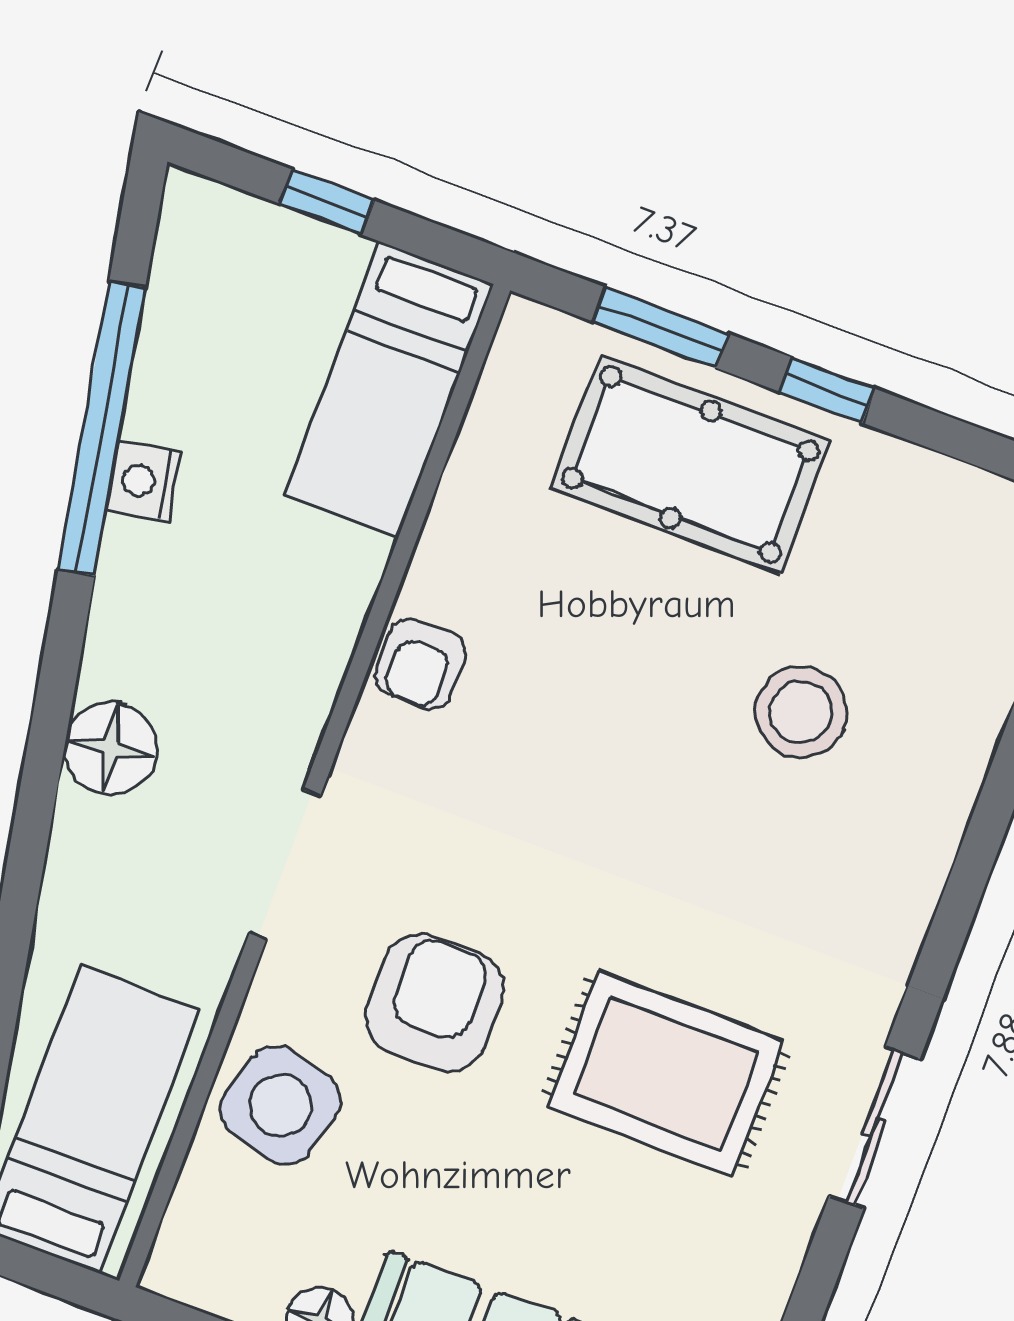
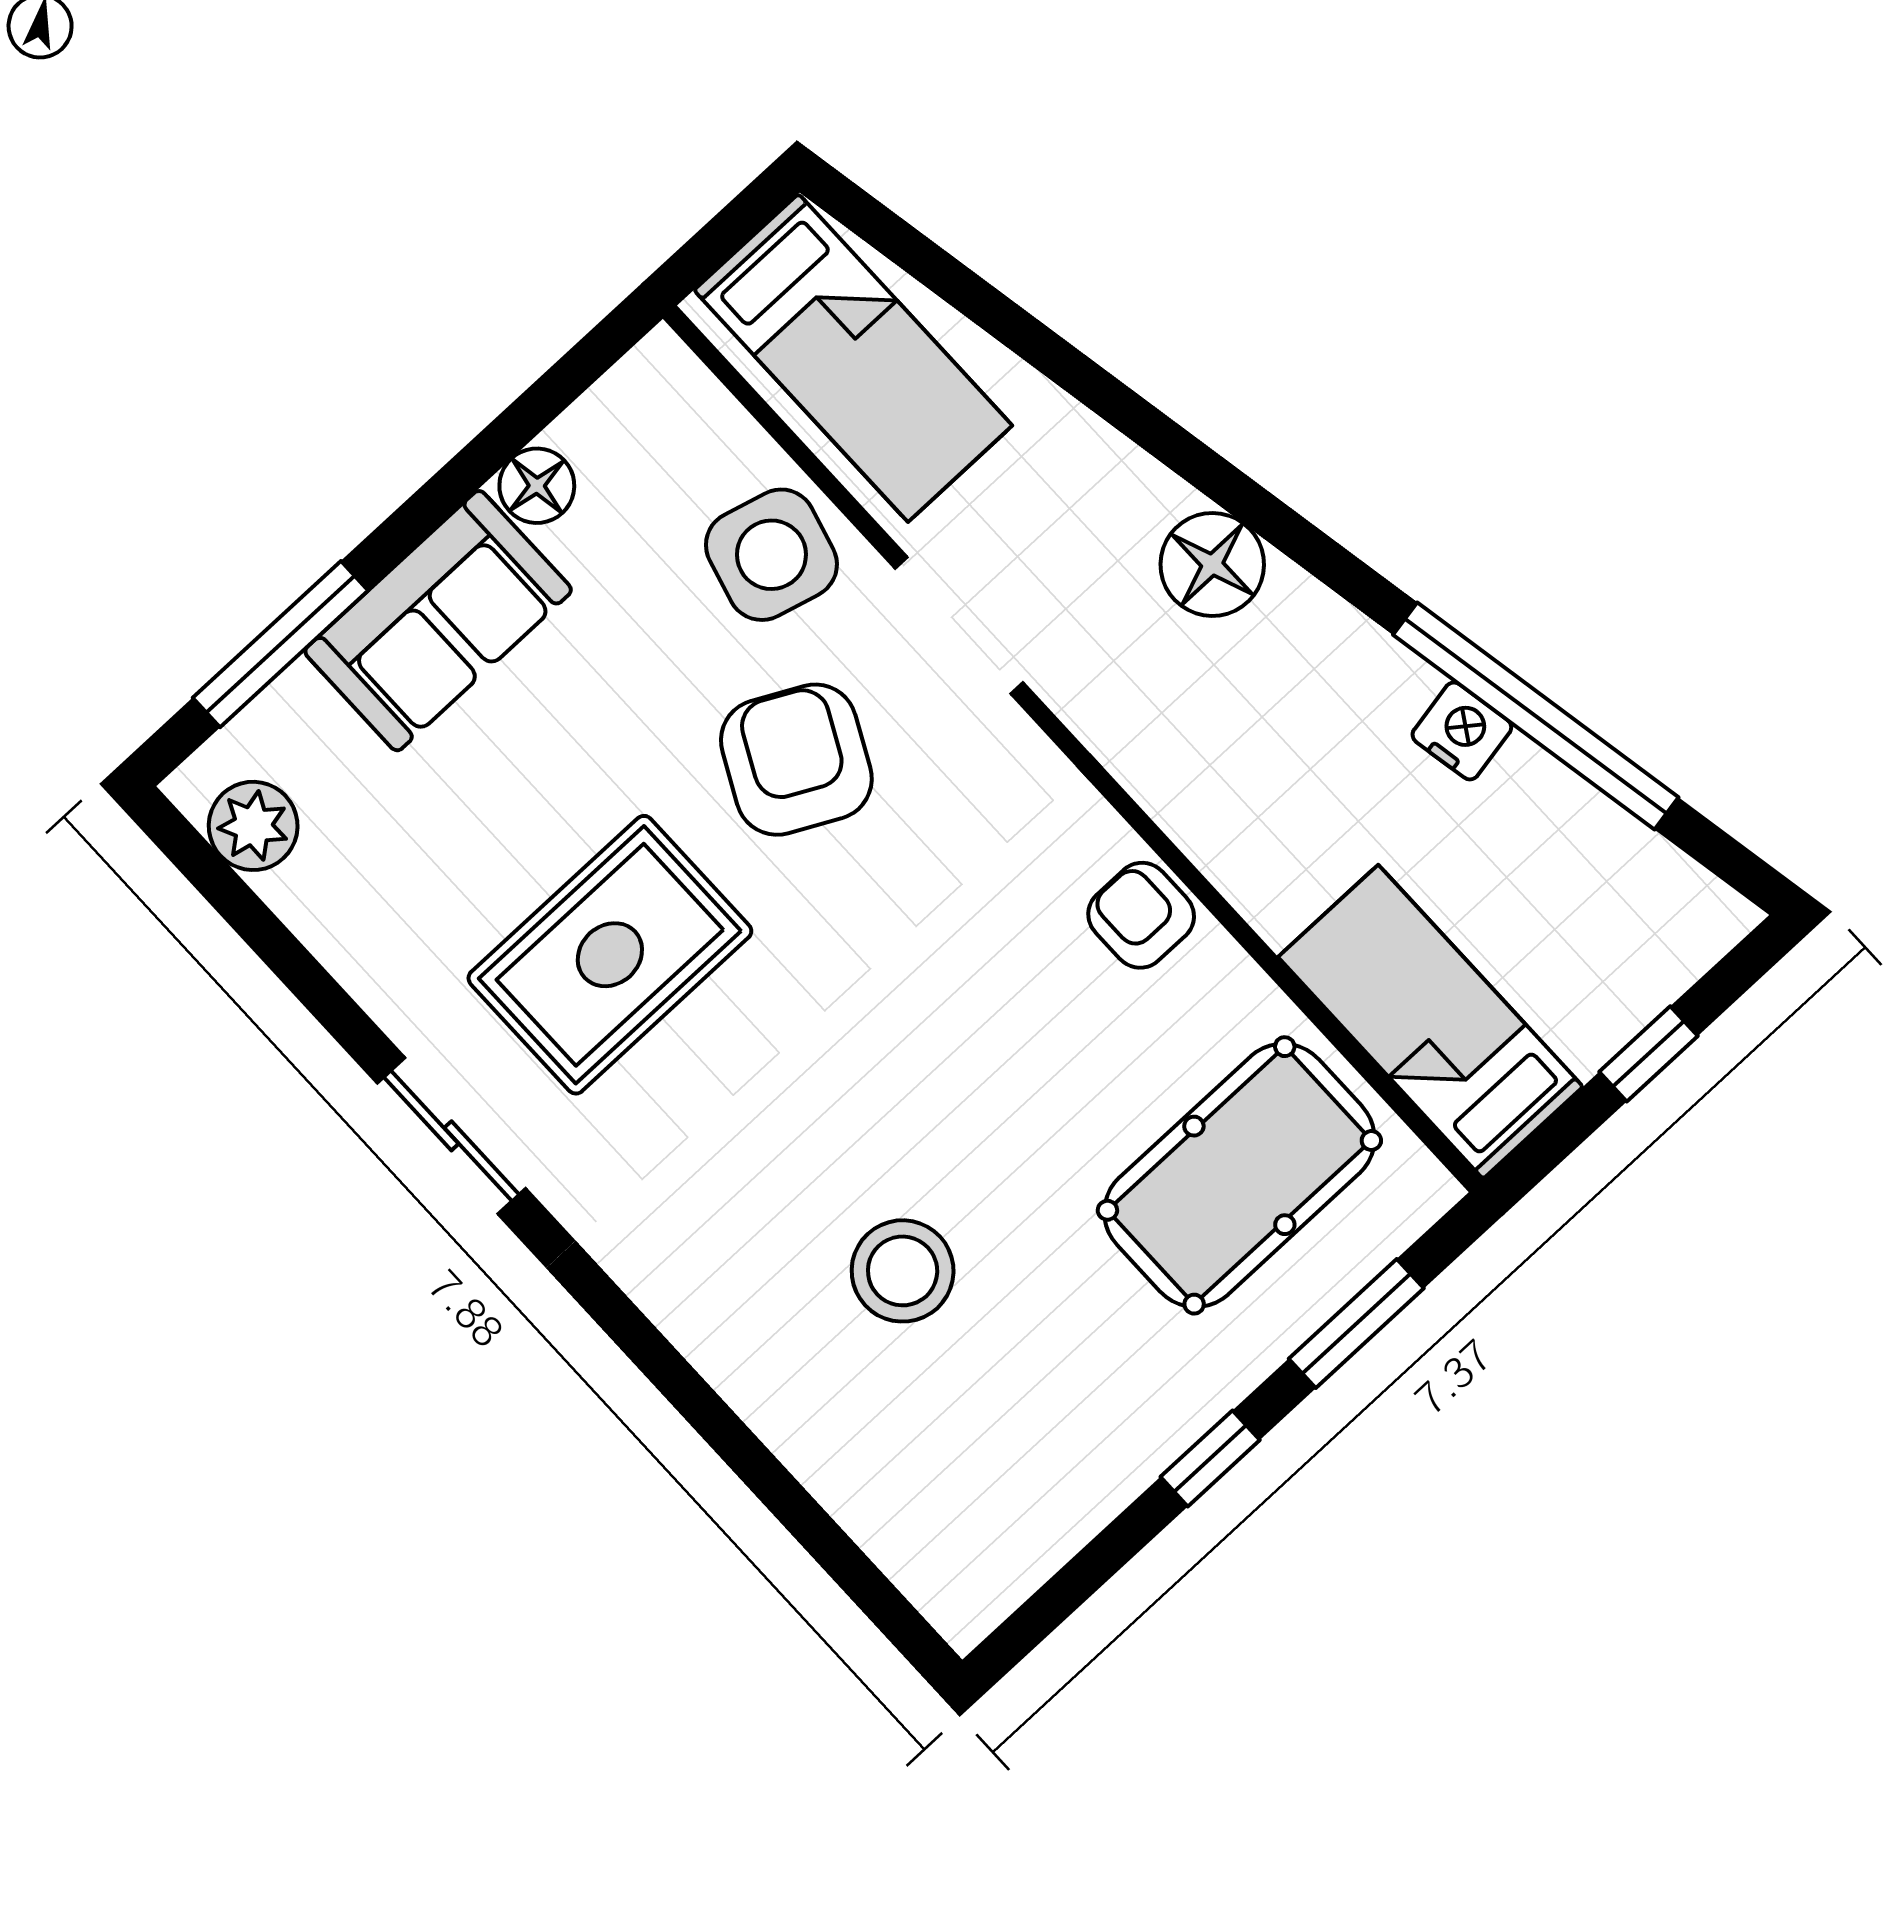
pool table: (691, 464) -> (1239, 1175), moved
doorway: (285, 865) -> (959, 625), moved
armchair: (435, 1003) -> (796, 760), turned -153

